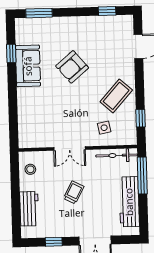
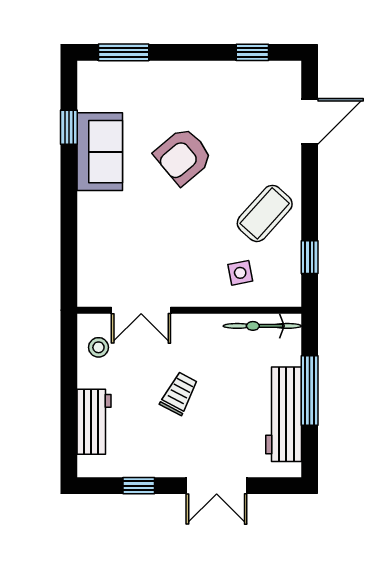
double door: (70, 149) -> (141, 310), moved
window: (142, 176) -> (310, 390), moved

